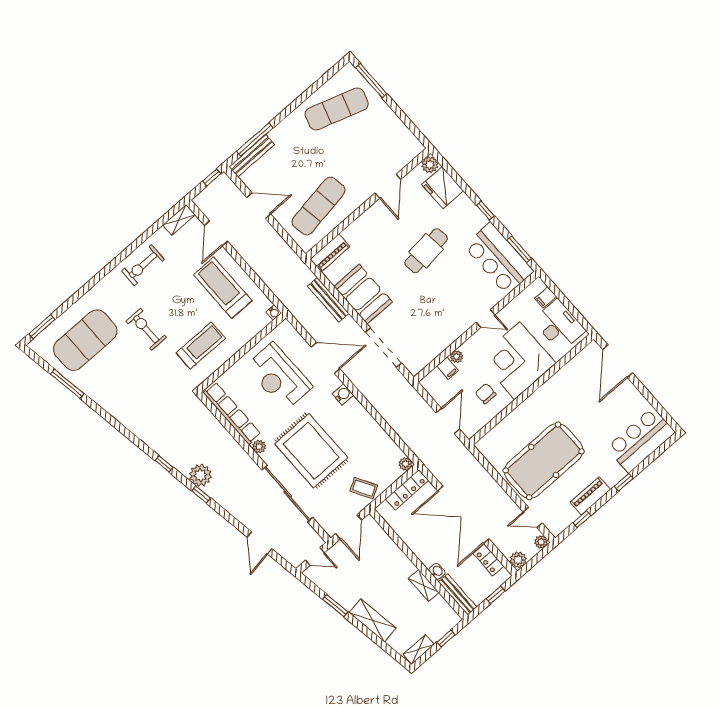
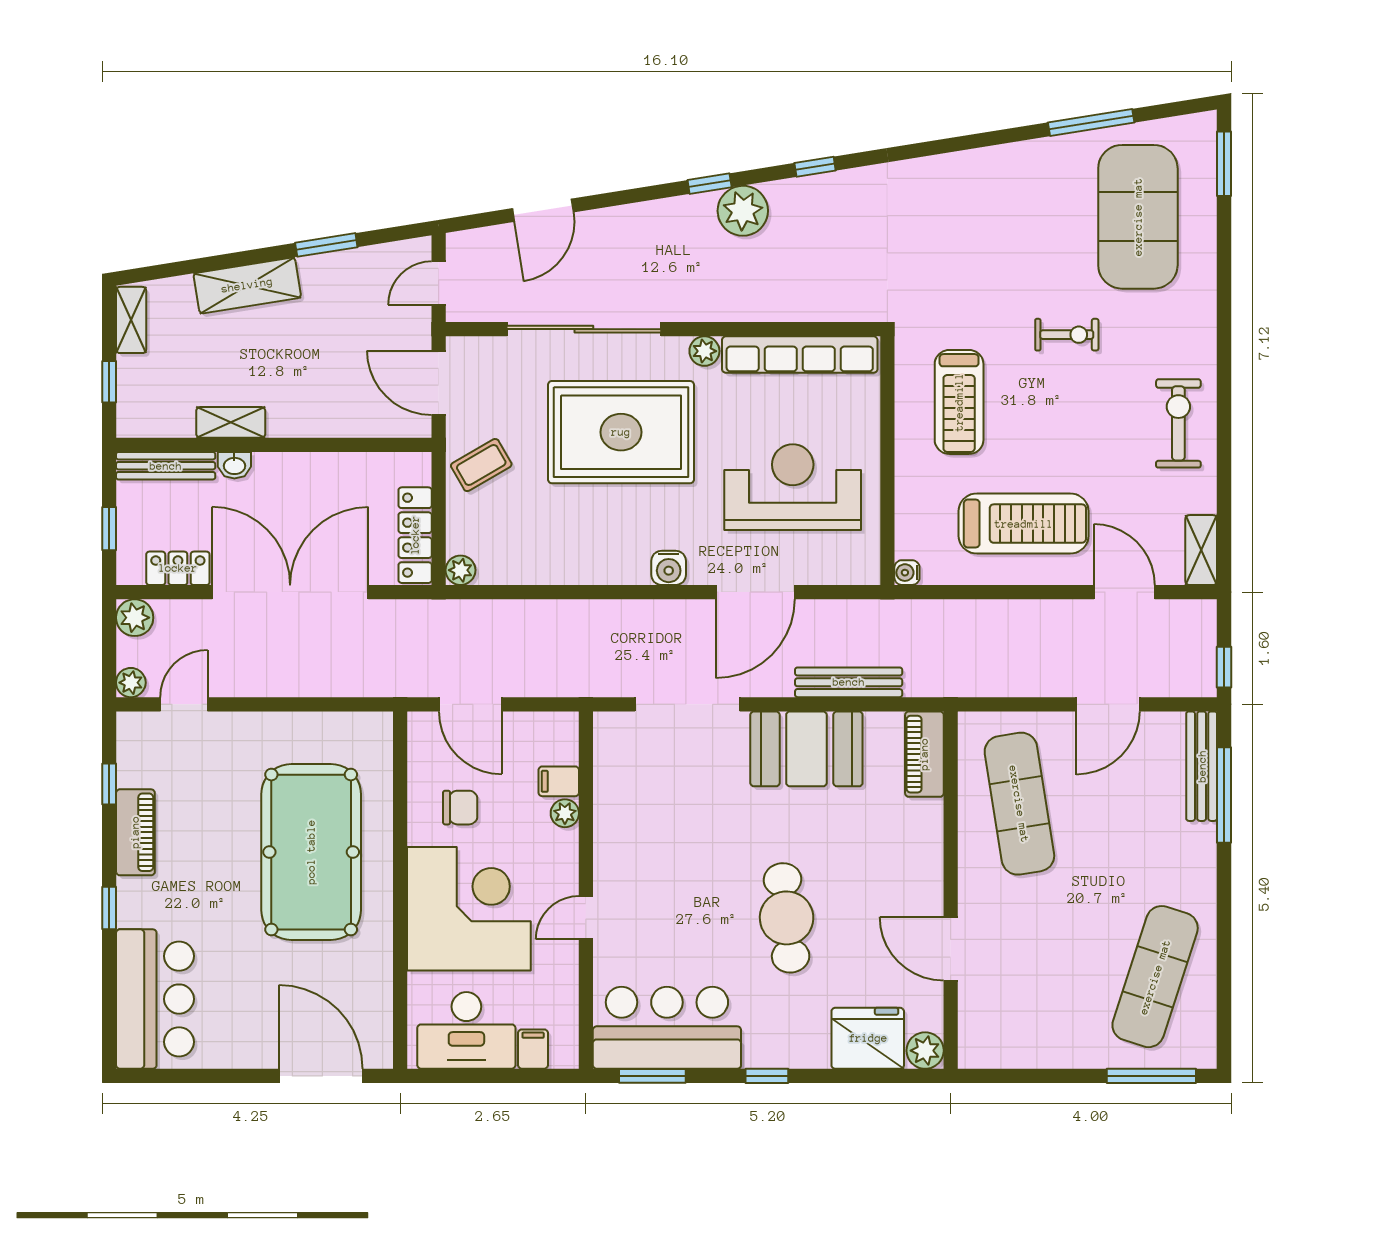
exercise bike: (146, 329) -> (1067, 335), width x0.73, depth x0.72
pool table: (544, 461) -> (311, 852), moved
door: (260, 543) -> (543, 210), swing flipped

